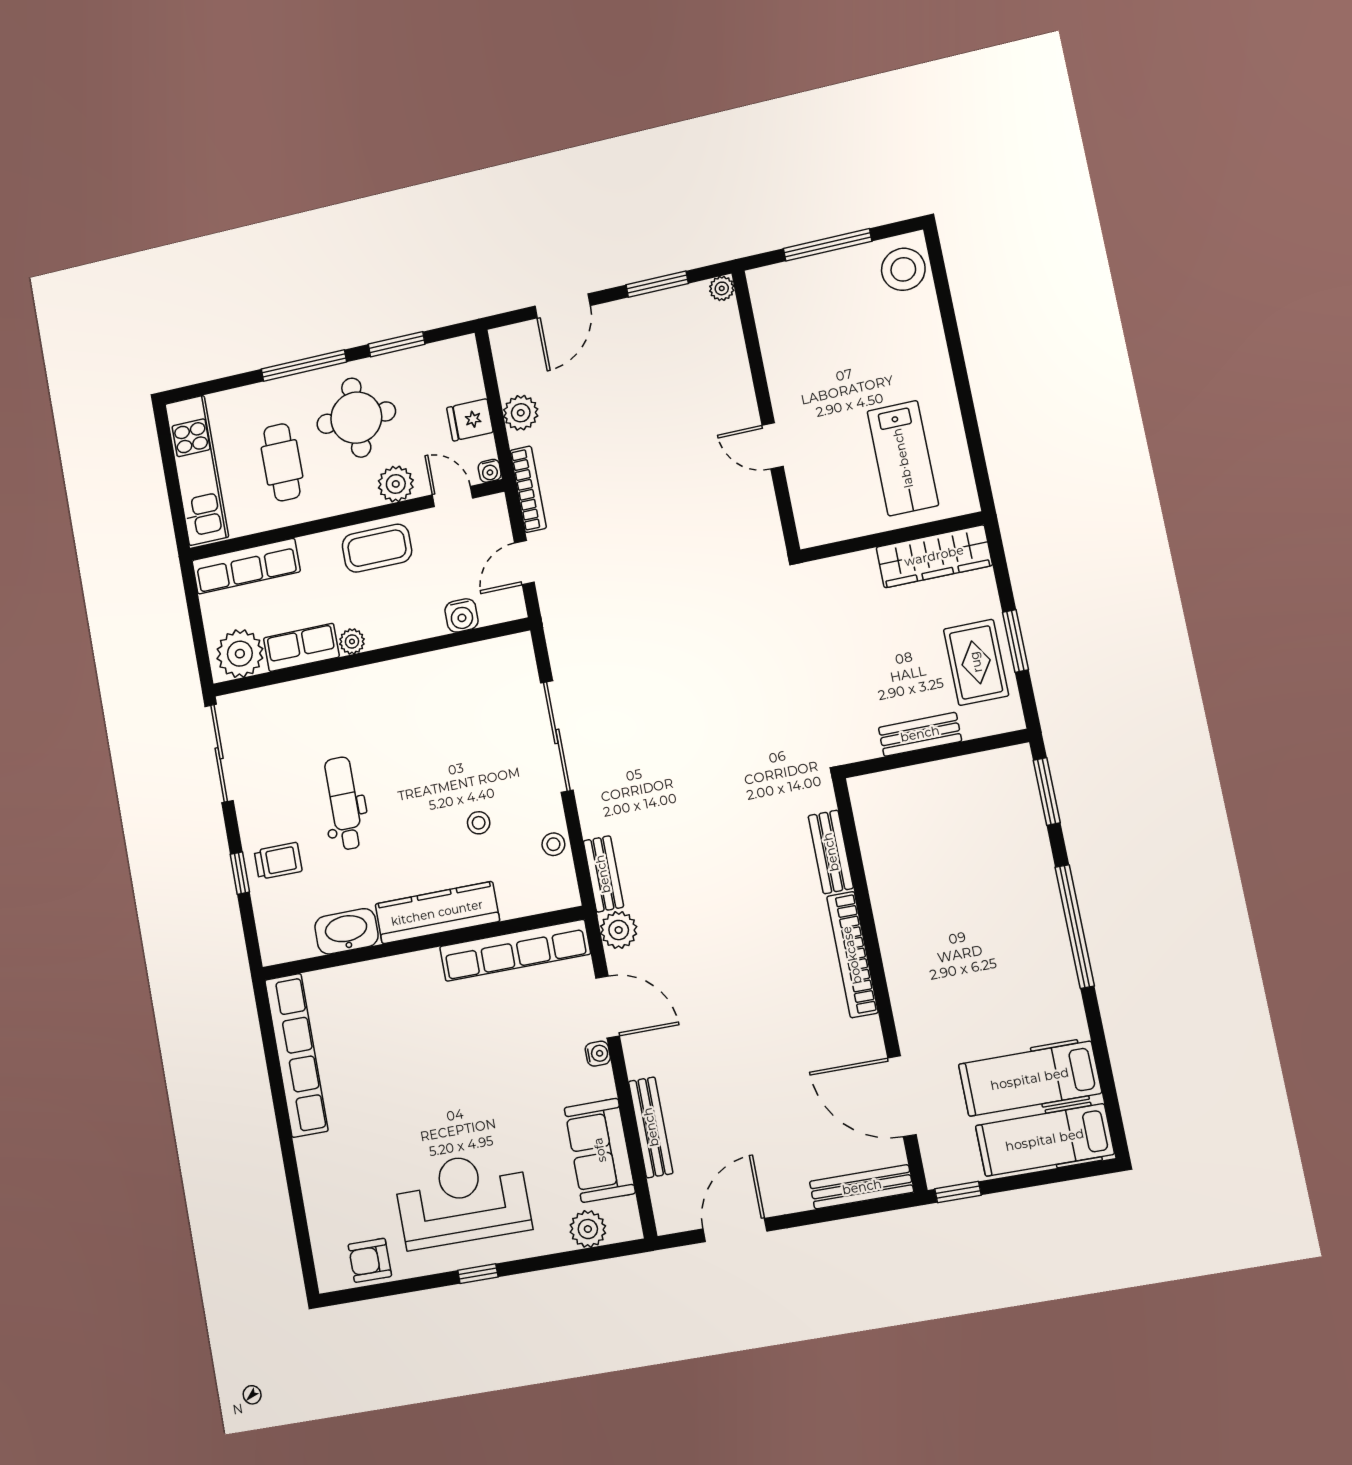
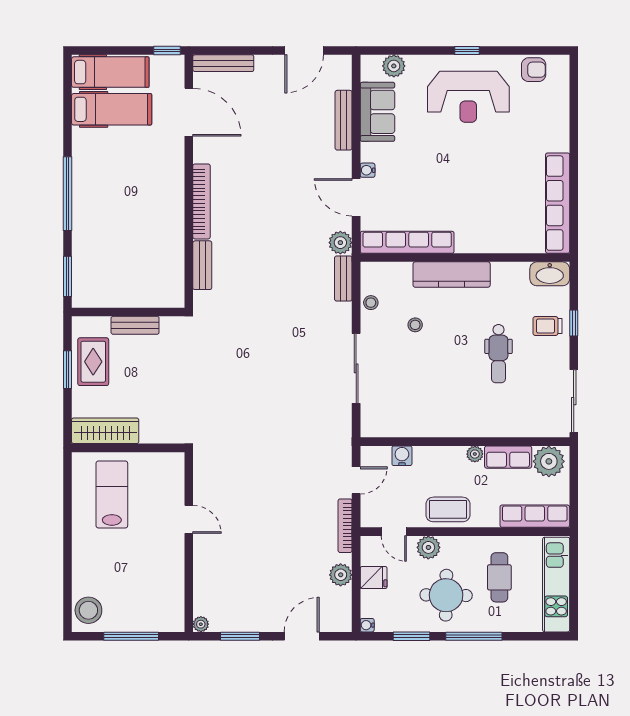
water cooler: (490, 471) -> (367, 625), moved, turned -90
washbasin: (346, 931) -> (550, 274), moved

